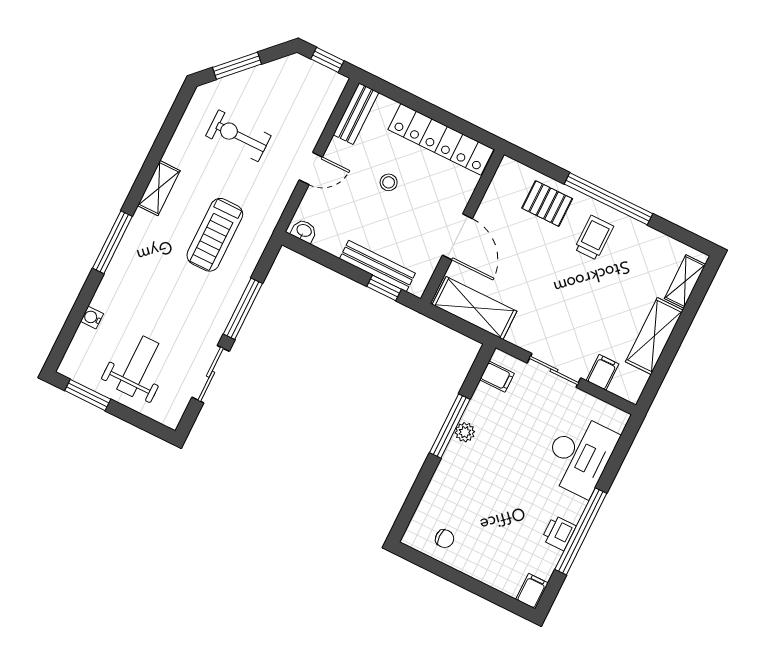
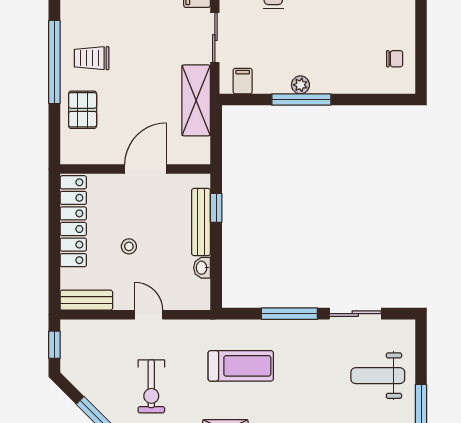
washbasin: (304, 231) -> (202, 268), moved
shelving: (474, 308) -> (196, 100), moved
chair: (445, 539) -> (395, 59), turned 90

